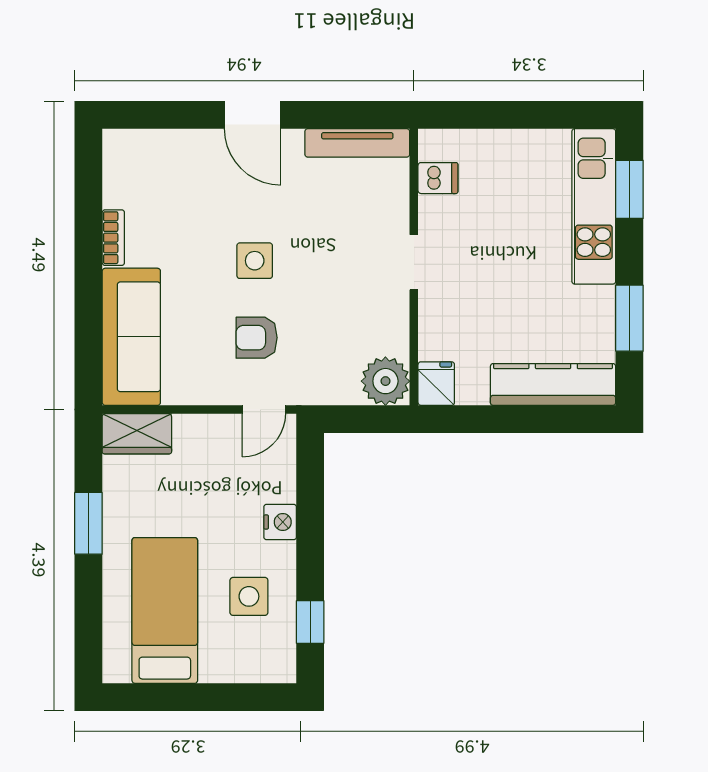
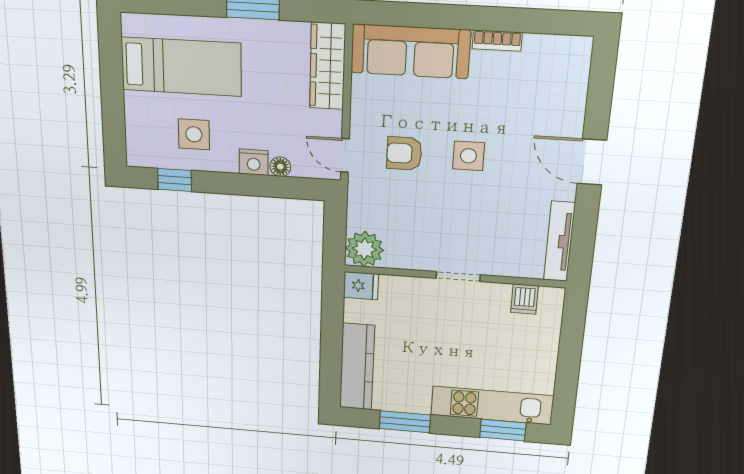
door: (253, 115) -> (592, 162), hinge flipped
armchair: (257, 338) -> (404, 153), turned -90
wardrobe: (137, 434) -> (327, 66), width x1.50
floor lamp: (284, 489) -> (280, 167), added

